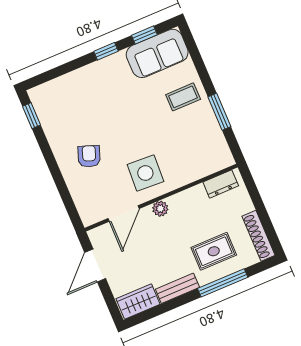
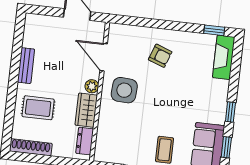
fireplace: (54, 90) -> (224, 57), added
rug: (214, 251) -> (38, 108), turned 90
window: (223, 283) -> (11, 101), removed
wardrobe: (138, 301) -> (86, 110), moved, turned 180

